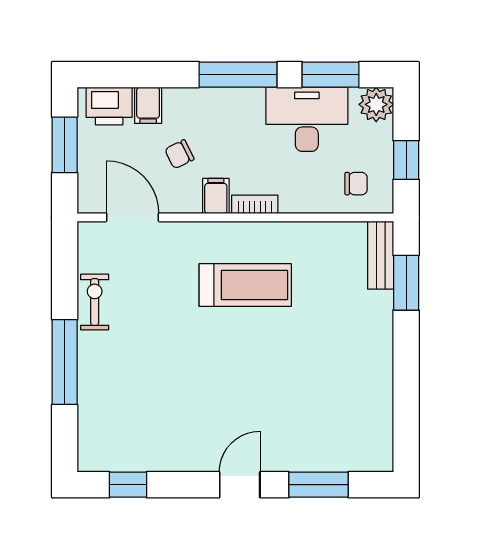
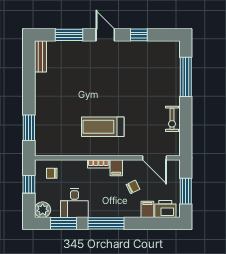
desk: (307, 119) -> (74, 203), width x0.73
bench: (381, 255) -> (41, 56), moved
window: (65, 362) -> (186, 77), moved
window: (128, 485) -> (139, 35), moved
door: (240, 485) -> (105, 35), swing flipped

